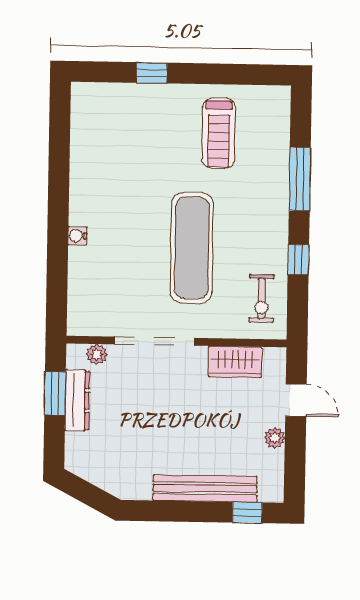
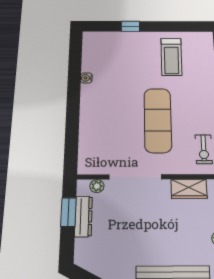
water cooler: (77, 236) -> (86, 78), moved

